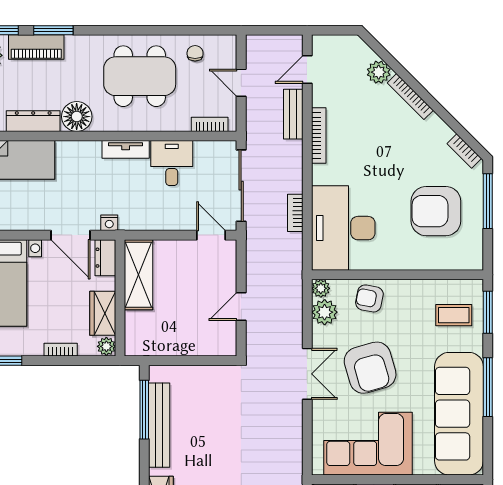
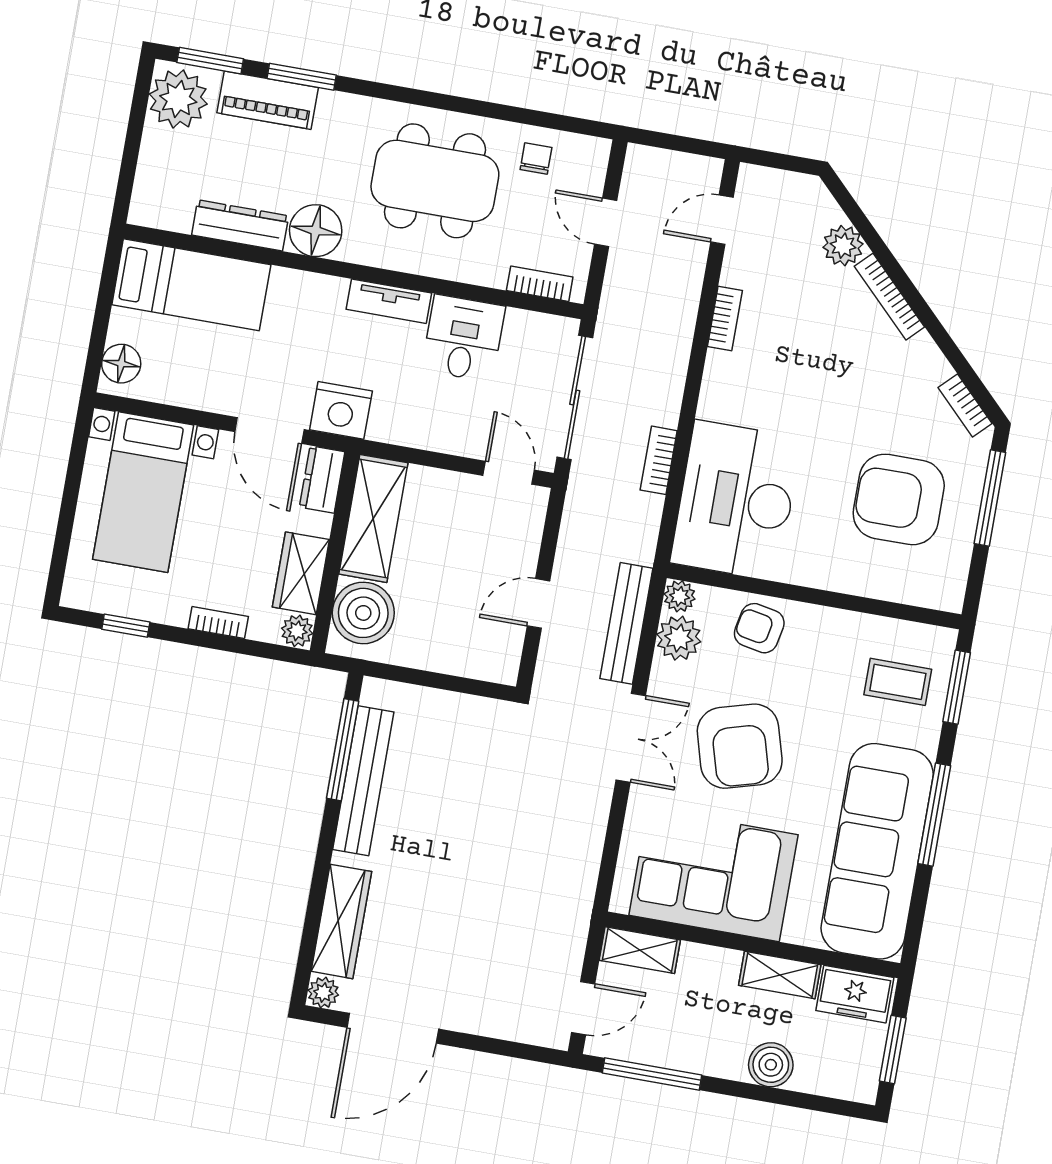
bench: (293, 114) -> (626, 623), moved, width x1.36
bookcase: (319, 135) -> (725, 318), width x0.64
nightstand: (109, 223) -> (341, 410), width x1.89, depth x1.79
boiler: (142, 330) -> (363, 613), added

